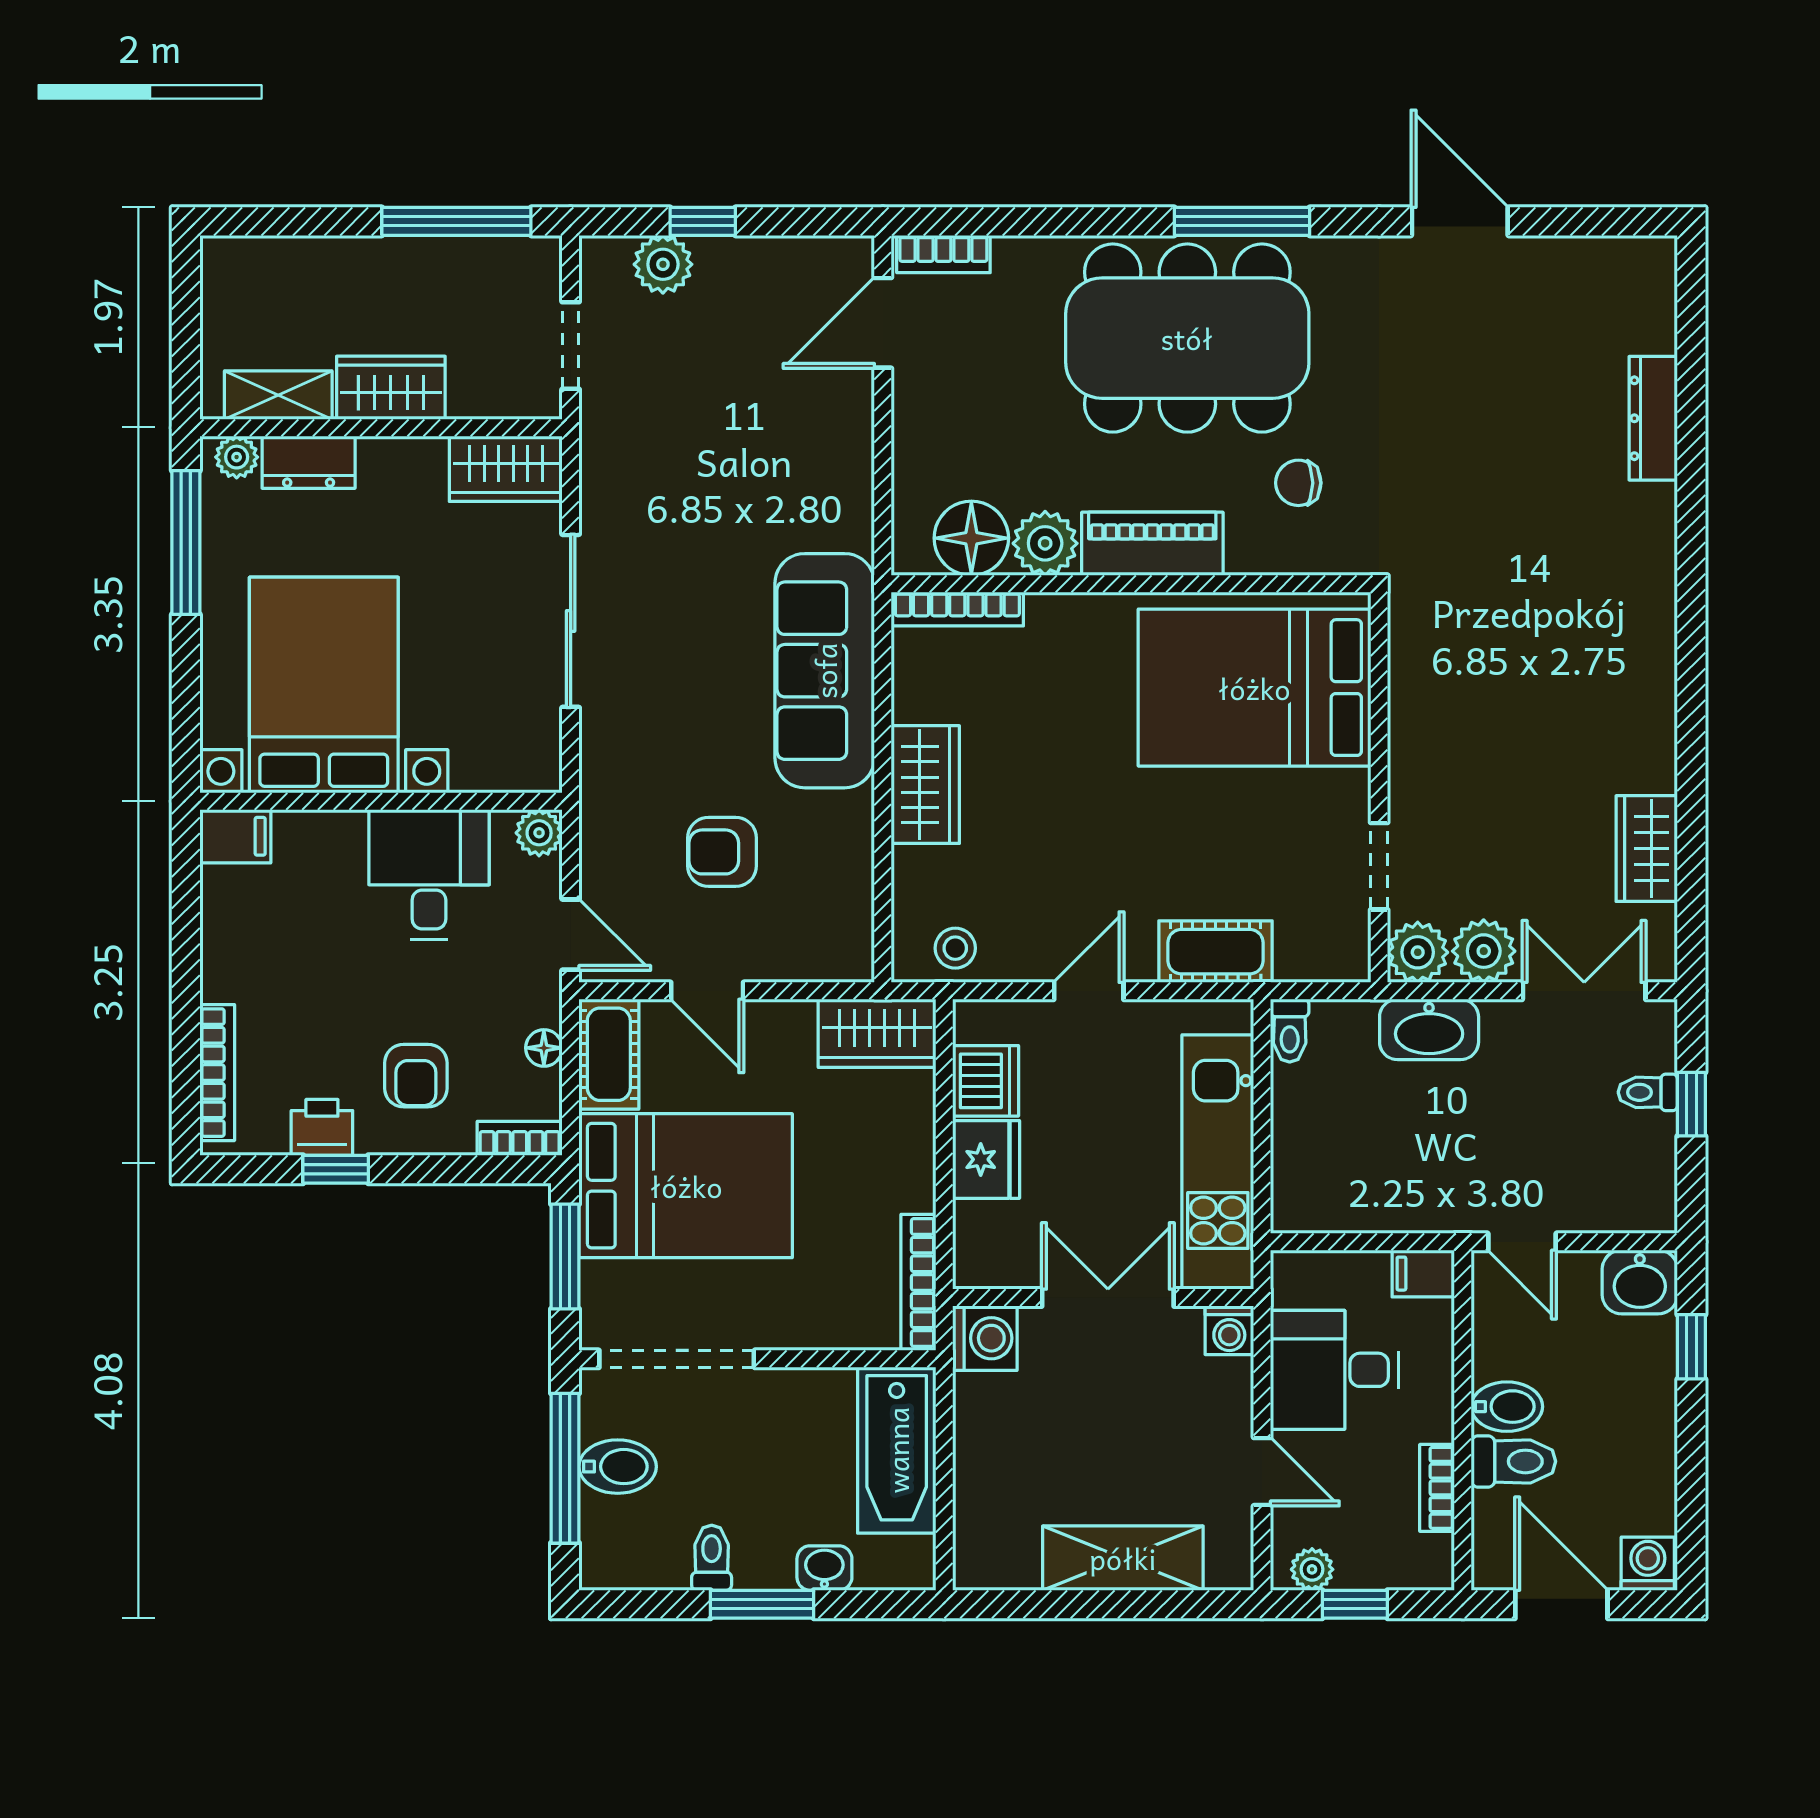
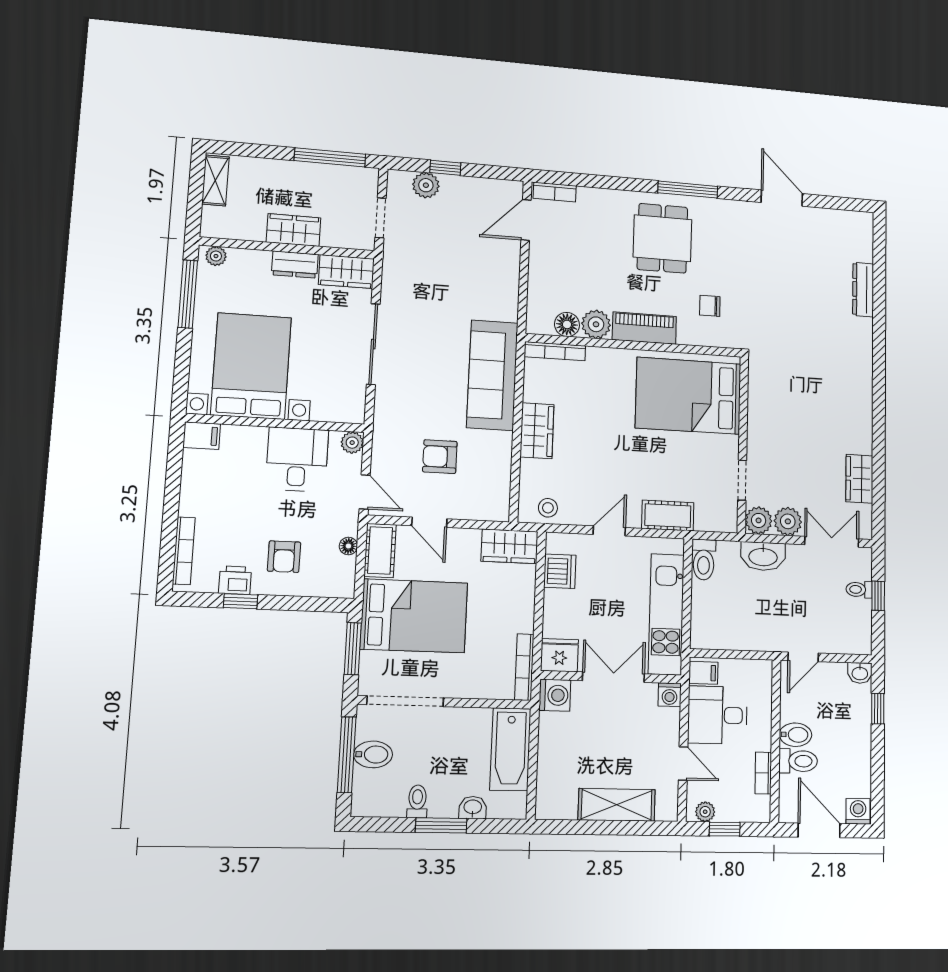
dining table: (1187, 338) -> (662, 238), width x0.53, depth x0.80
shelving: (278, 395) -> (215, 180), moved, turned 90
dresser: (309, 462) -> (295, 265), moved
floor lamp: (971, 538) -> (567, 324), width x0.73, depth x0.73
toilet: (1290, 1031) -> (704, 560), width x1.37, depth x1.39
bookcase: (520, 1138) -> (334, 590), removed
fridge: (986, 1159) -> (559, 655), moved, turned -90
door: (1522, 1242) -> (803, 657), hinge flipped
filing cabinet: (1423, 1274) -> (703, 673), moved, turned 180
washbasin: (1640, 1282) -> (860, 673), width x0.72, depth x0.69

